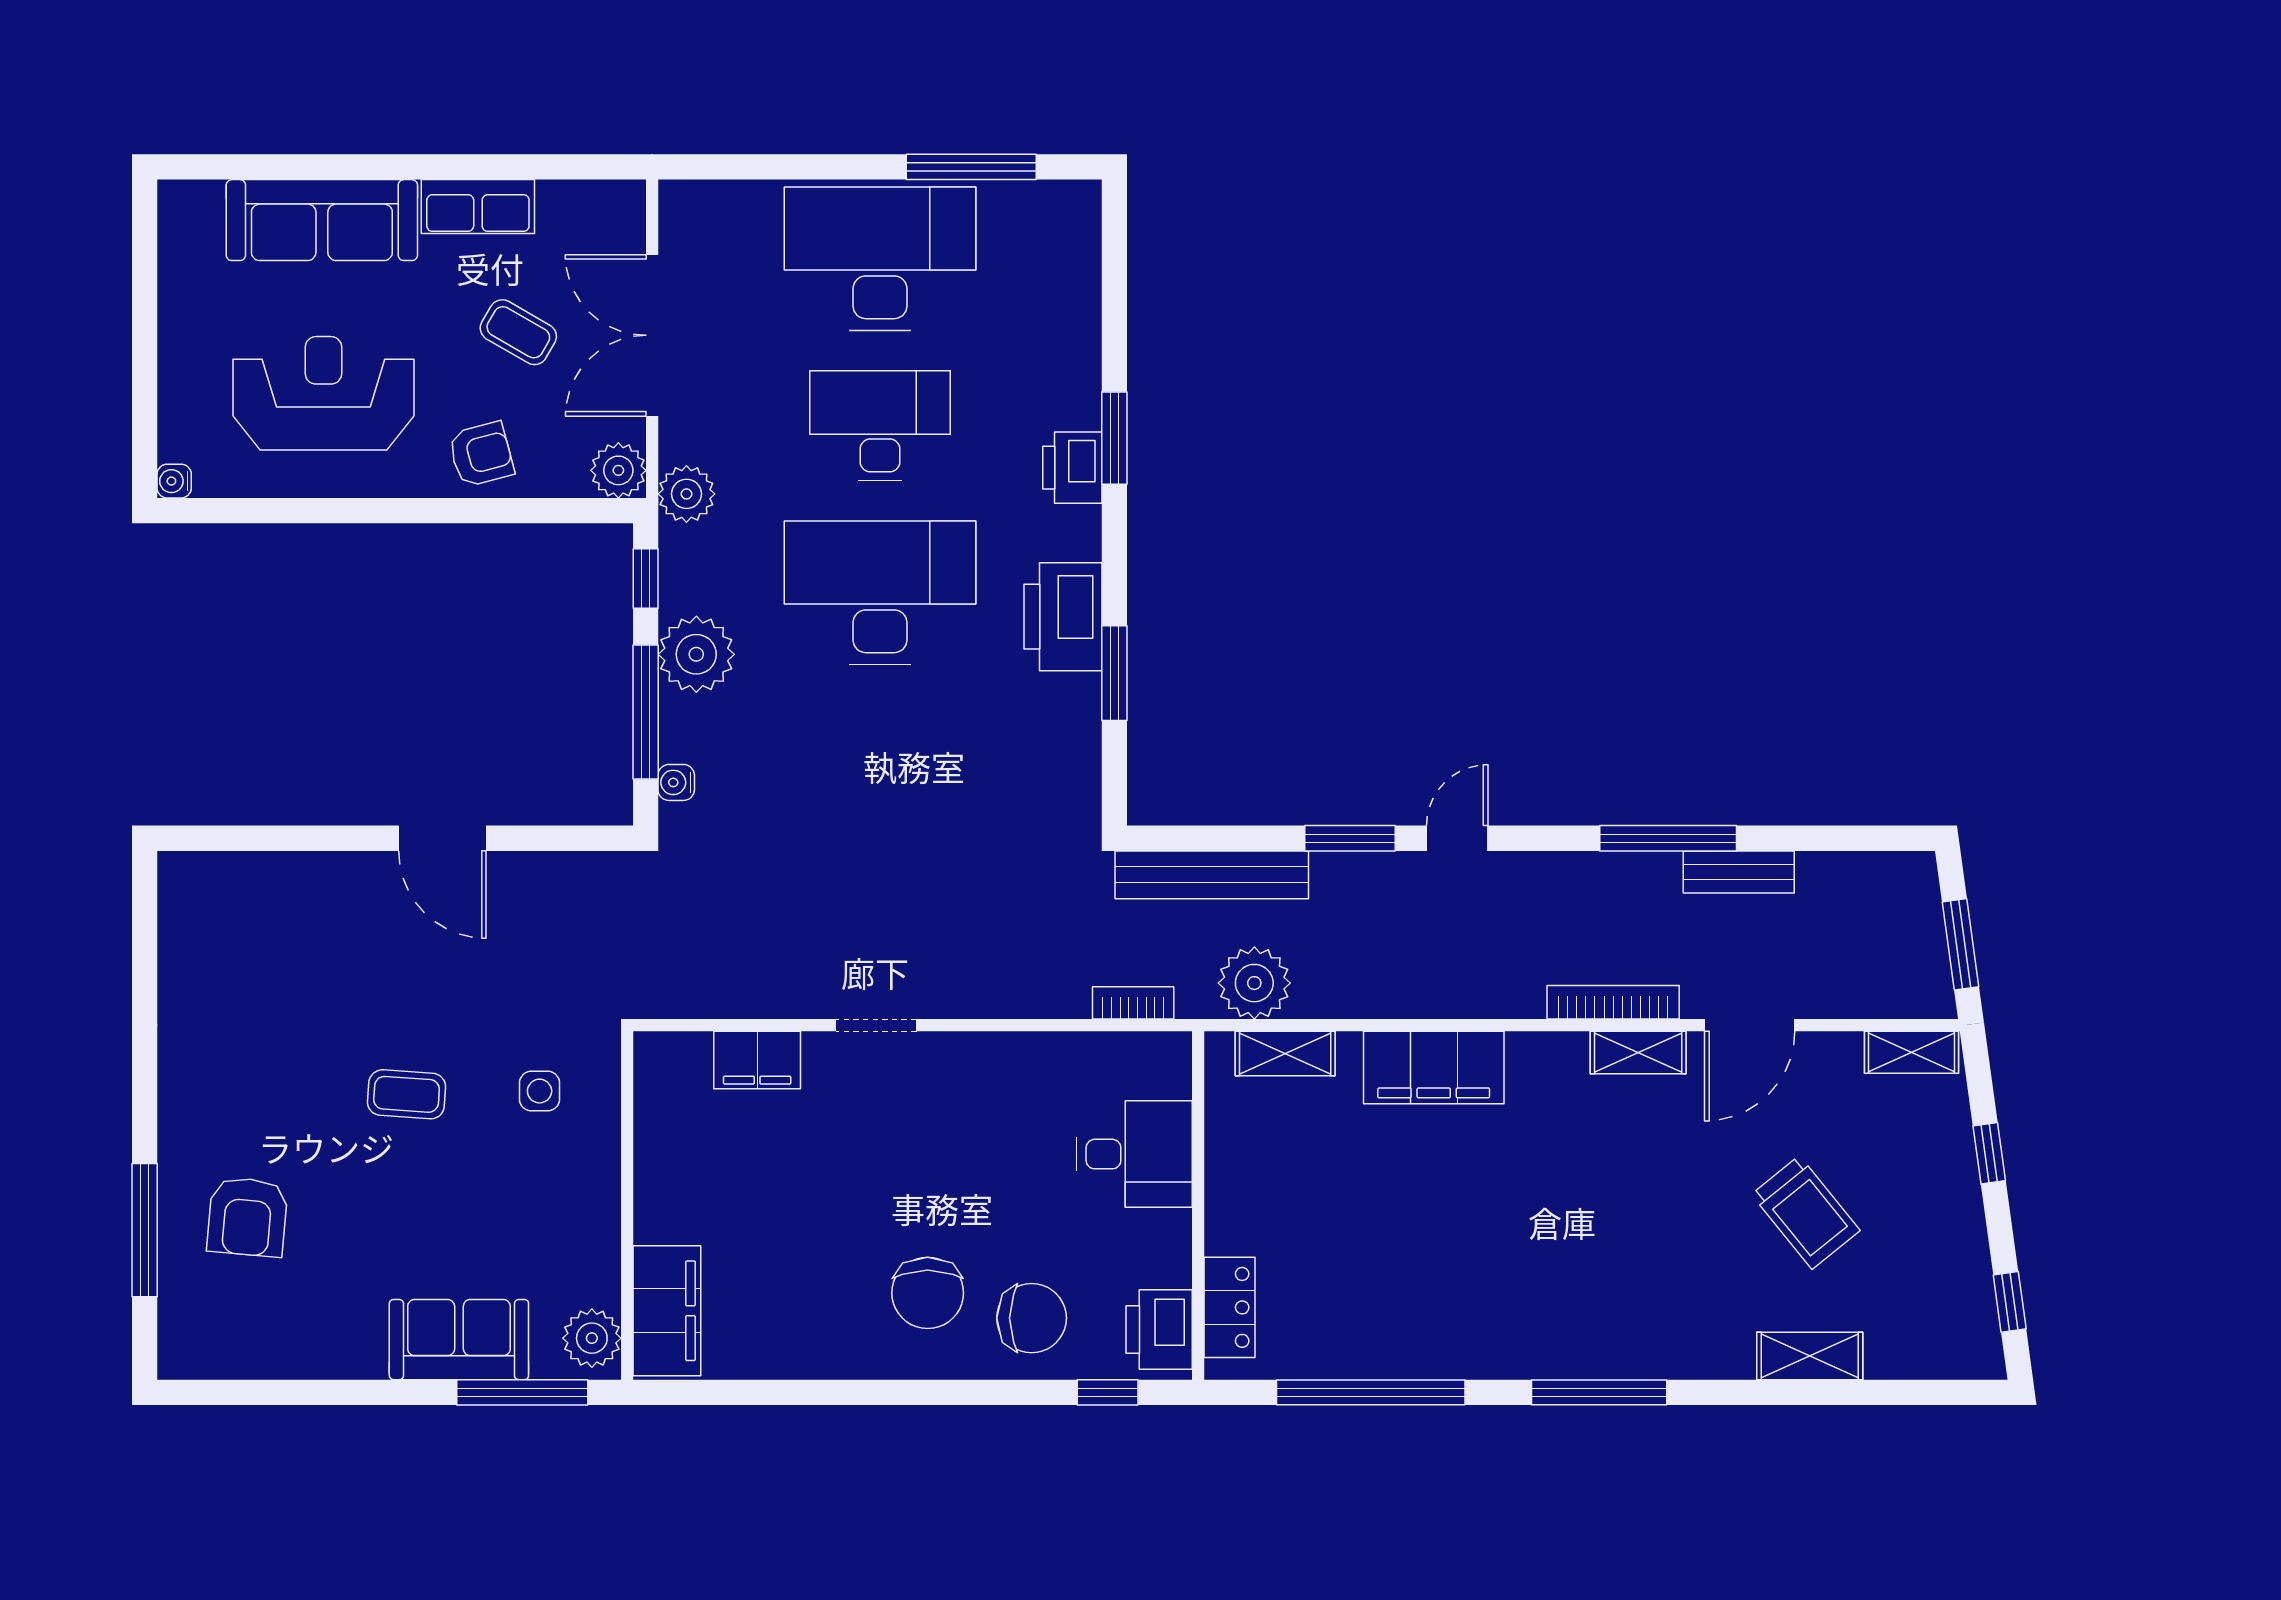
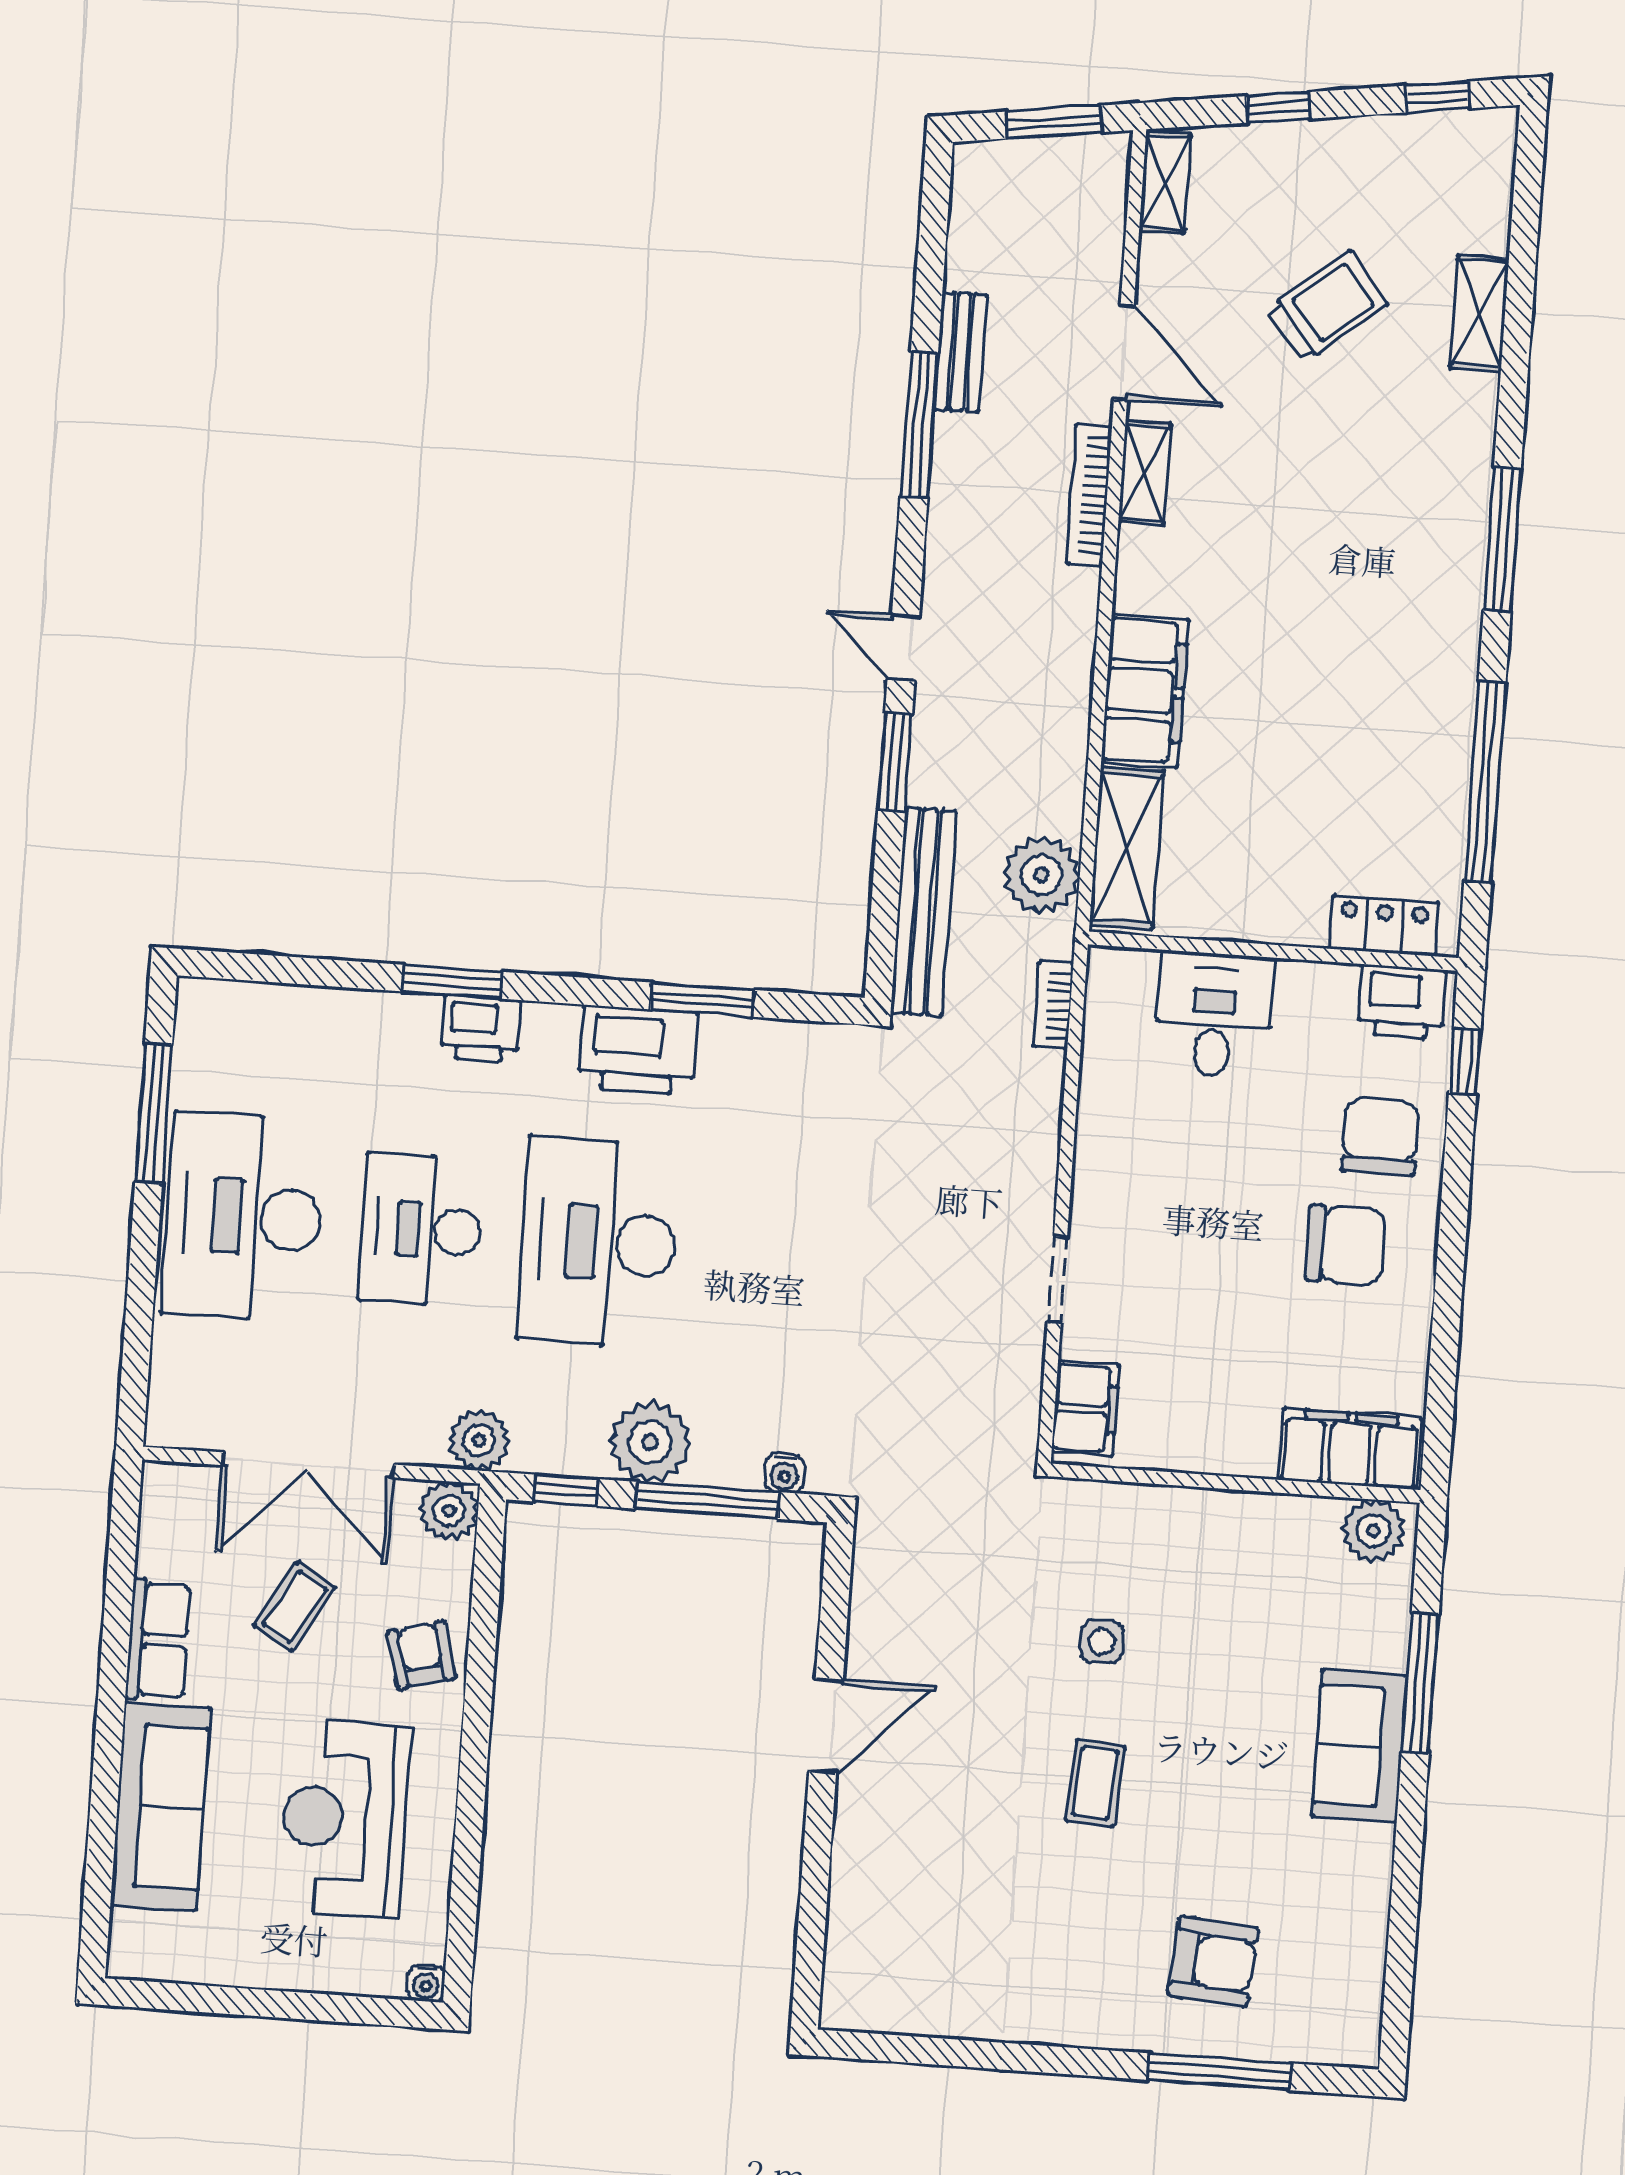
shelving: (1285, 1053) -> (1127, 848), width x1.50, depth x1.33
wall: (627, 1205) -> (1235, 1483), moved
filing cabinet: (667, 1311) -> (1350, 1449), moved
plant: (592, 1338) -> (1373, 1531), moved

